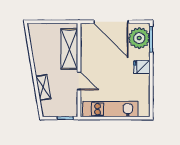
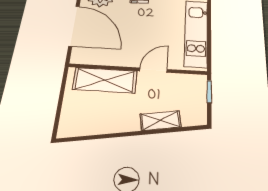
door: (111, 22) -> (74, 26), hinge flipped

